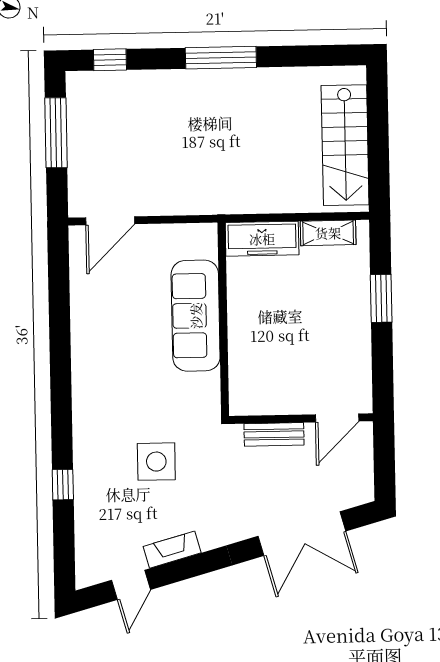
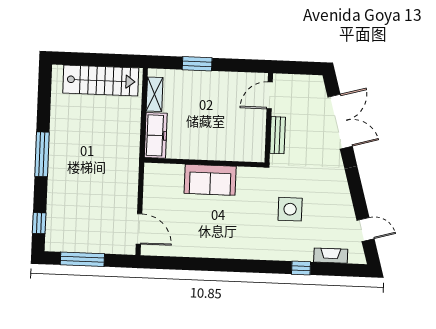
sofa: (196, 316) -> (210, 180), width x0.73
door: (337, 418) -> (270, 95), swing flipped
fireplace: (172, 550) -> (331, 256), moved, turned 106

